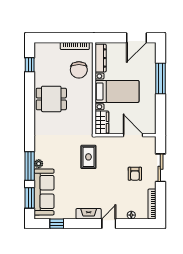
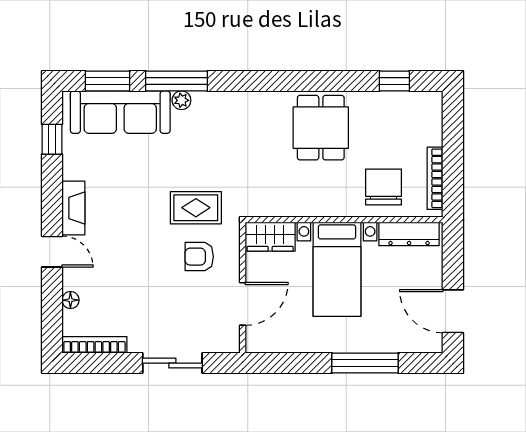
chair: (79, 70) -> (384, 187), turned 90
armchair: (135, 174) -> (199, 257), moved

